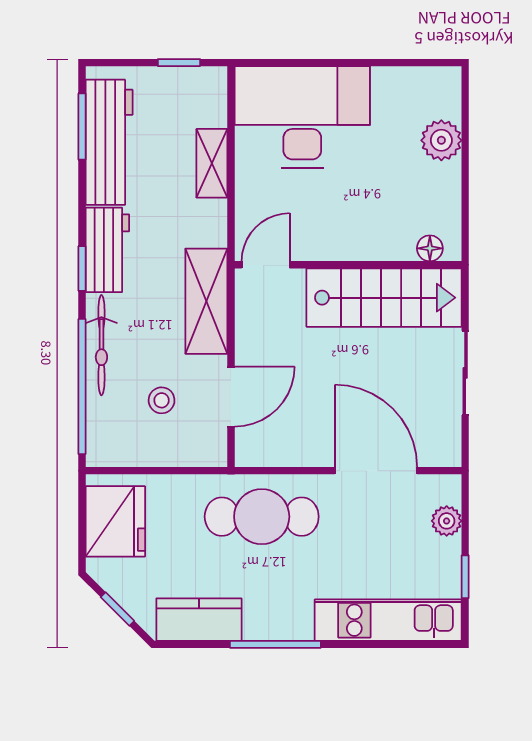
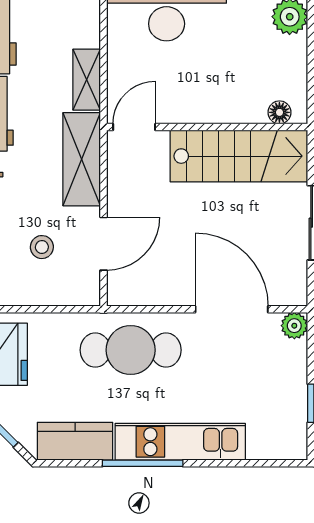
shelving: (212, 163) -> (87, 80), moved
plant: (447, 521) -> (294, 326), moved
kitchen unit: (388, 620) -> (180, 442), moved

